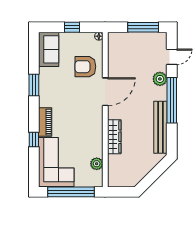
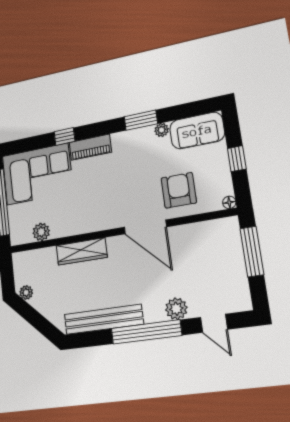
window: (143, 27) -> (252, 251), moved
plant: (43, 72) -> (162, 130), added
plant: (136, 179) -> (26, 292), added

